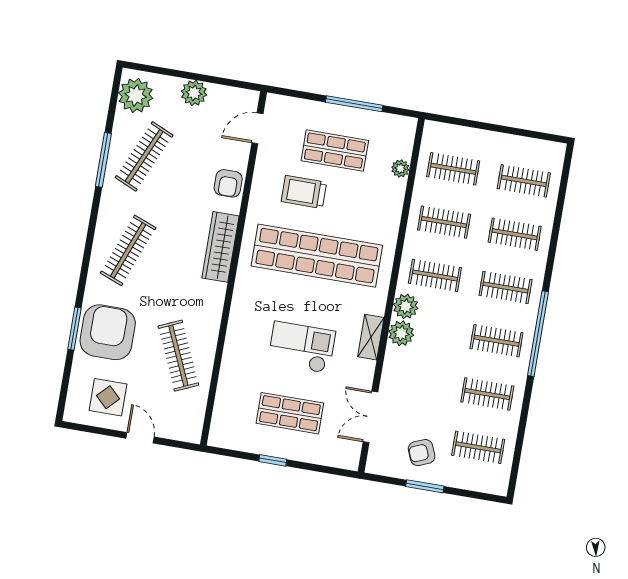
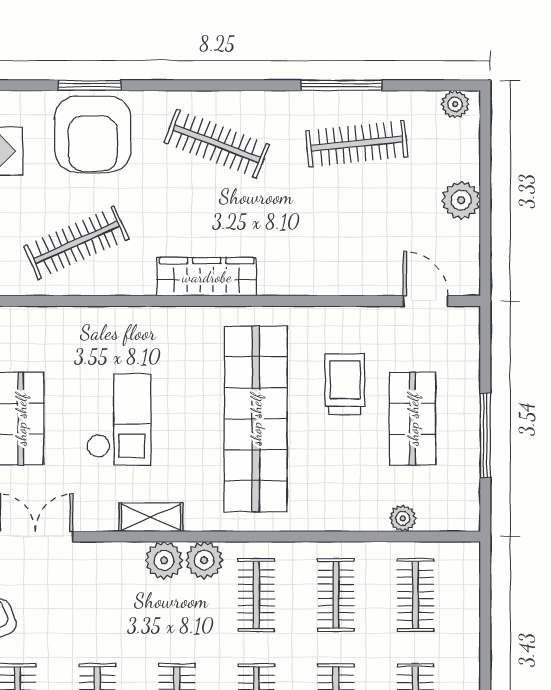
plant: (136, 95) -> (455, 104), width x0.53, depth x0.53
clothes rail: (144, 156) -> (357, 144), turned -30
armchair: (228, 183) -> (338, 272), removed
wardrobe: (220, 247) -> (207, 277), moved
armchair: (108, 332) -> (93, 134), turned 90

